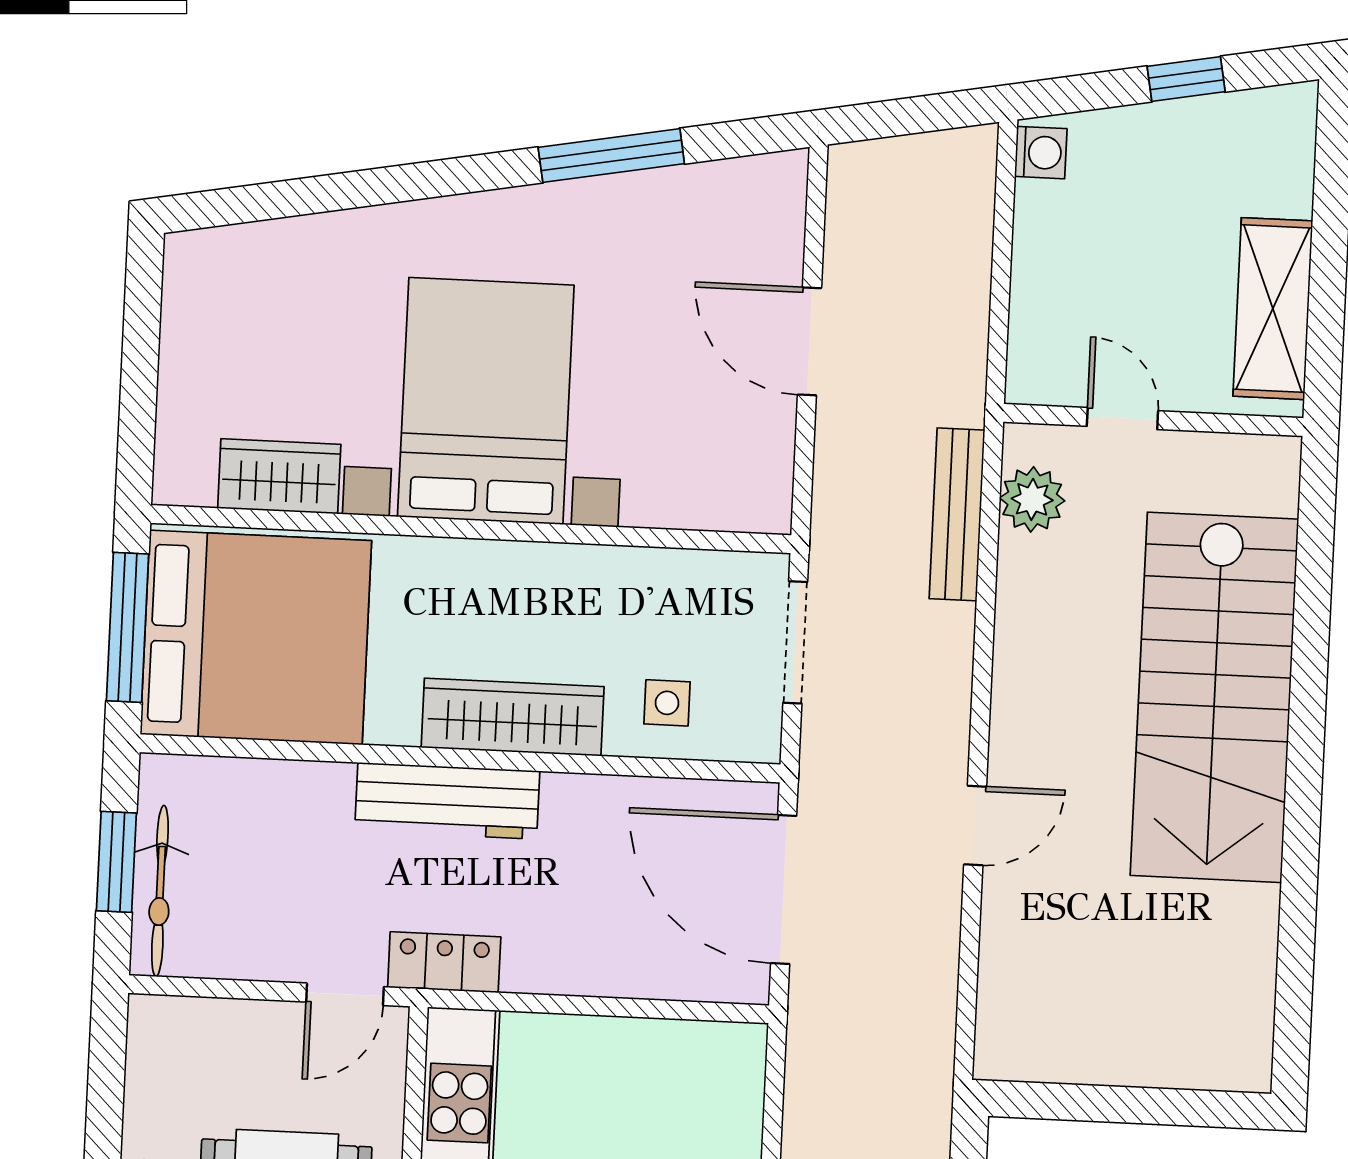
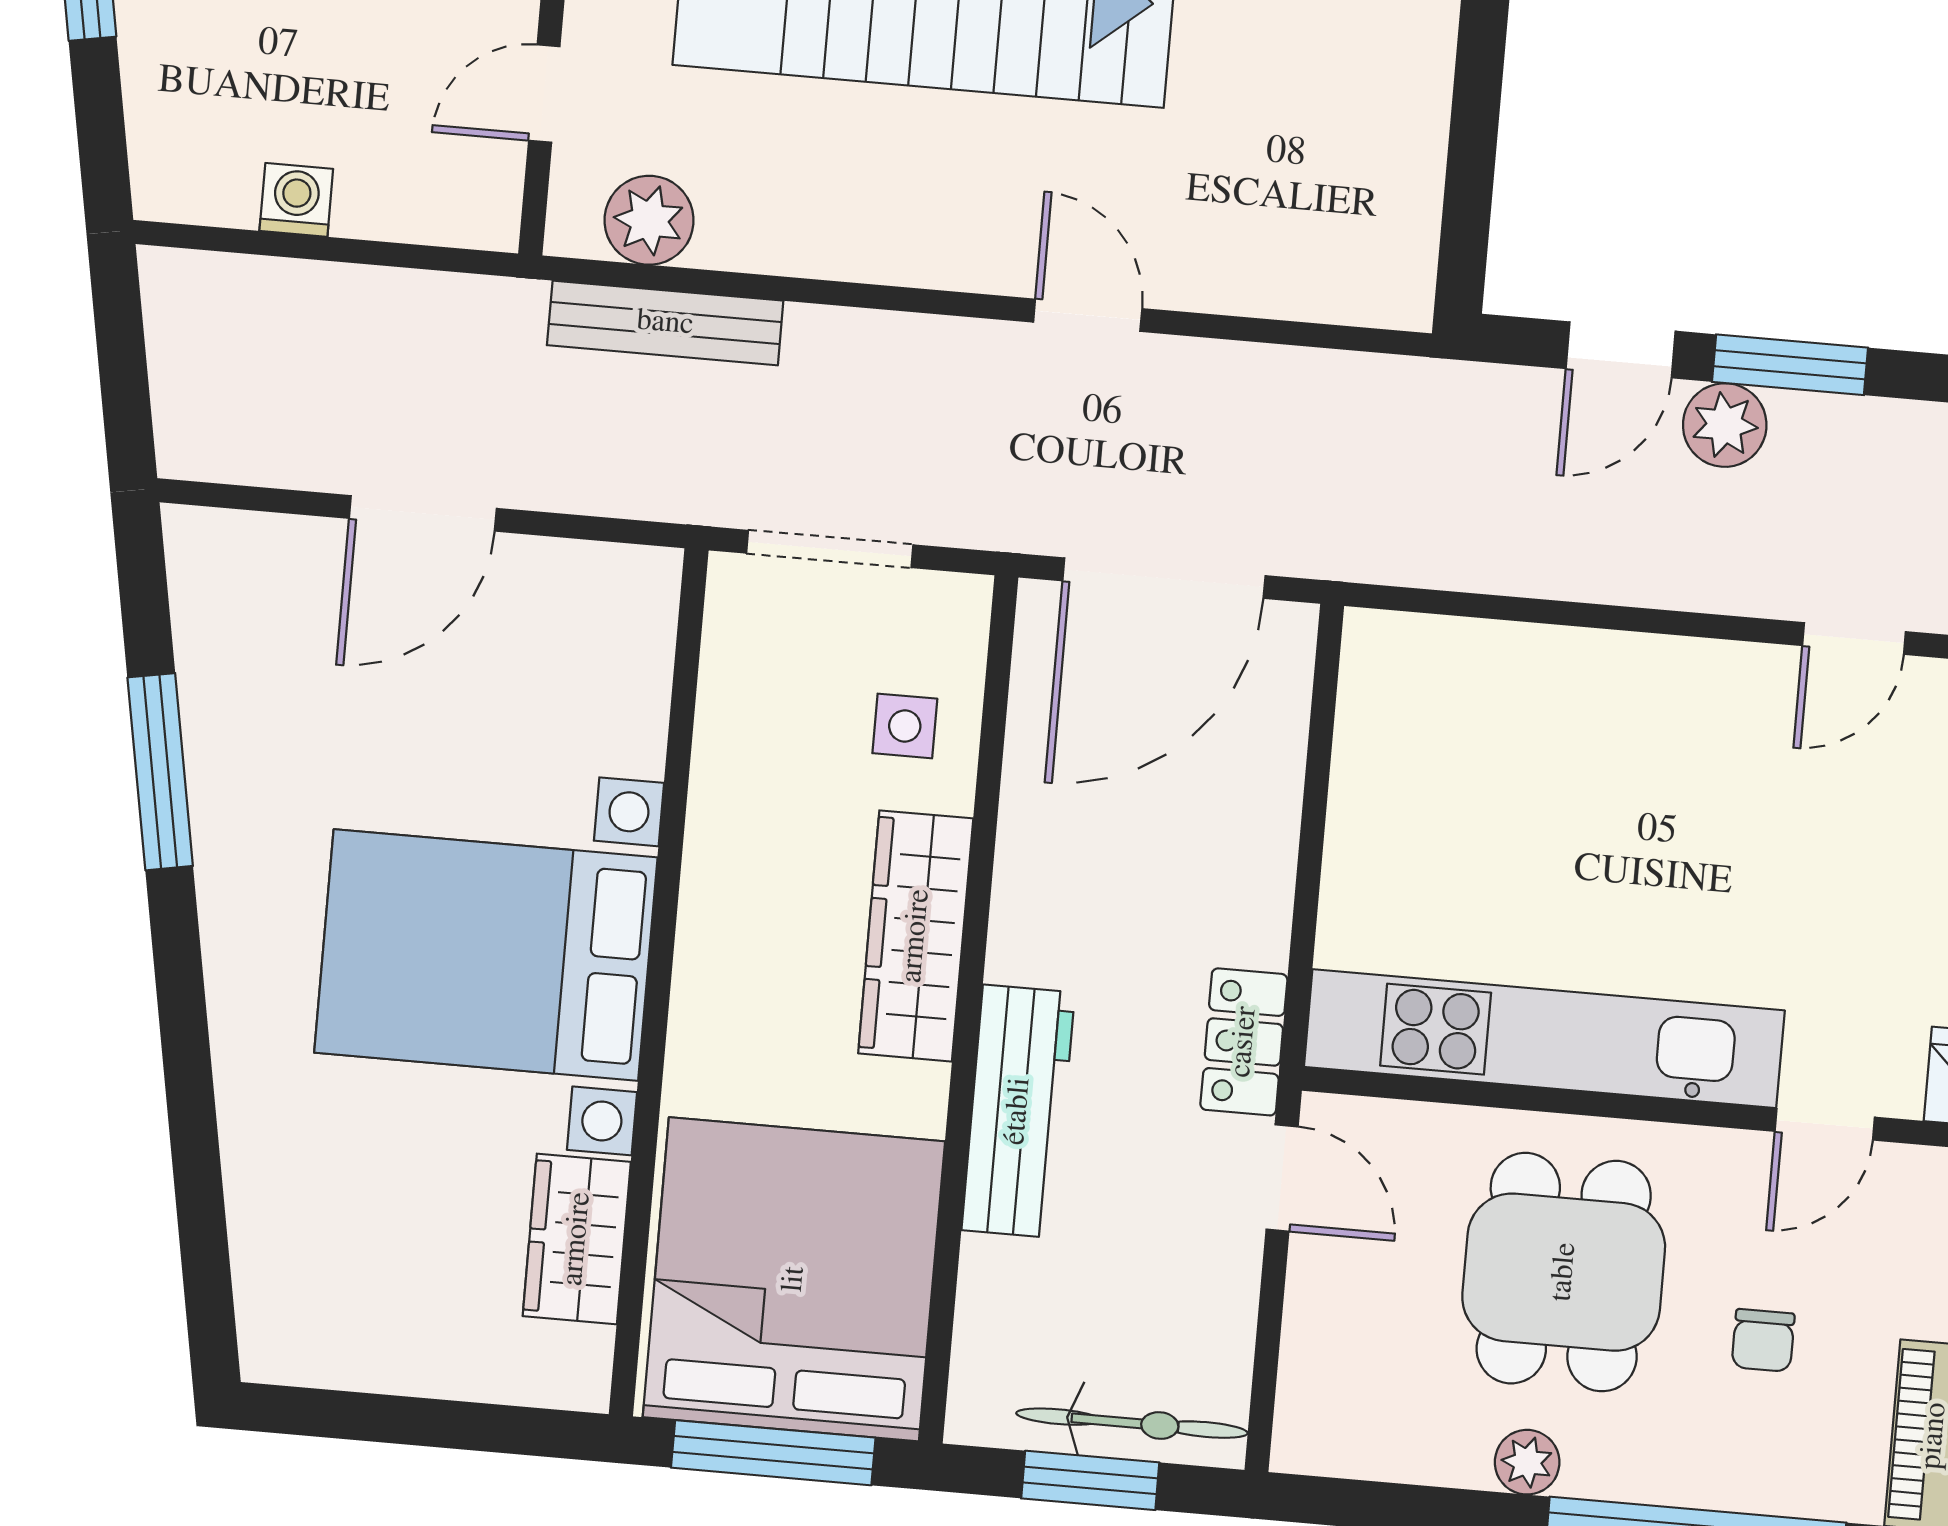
washing machine: (1041, 153) -> (296, 200), moved
workbench: (447, 801) -> (1018, 1111), moved

